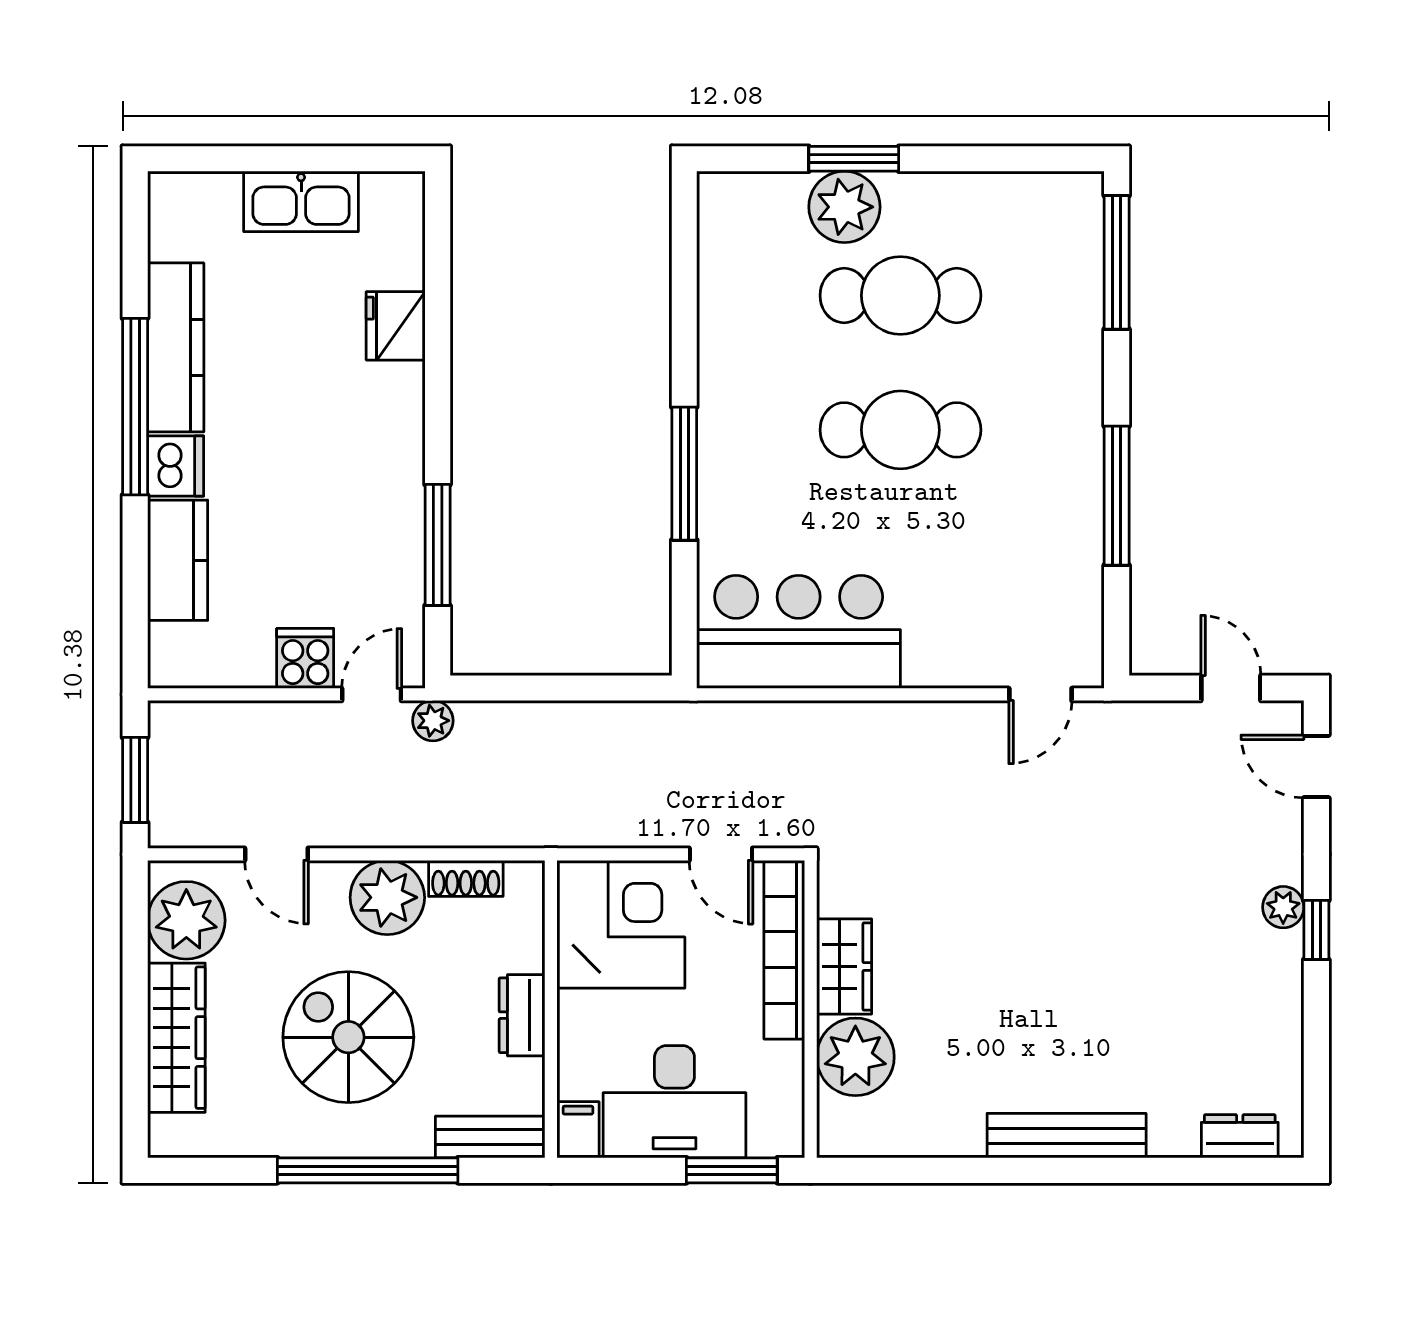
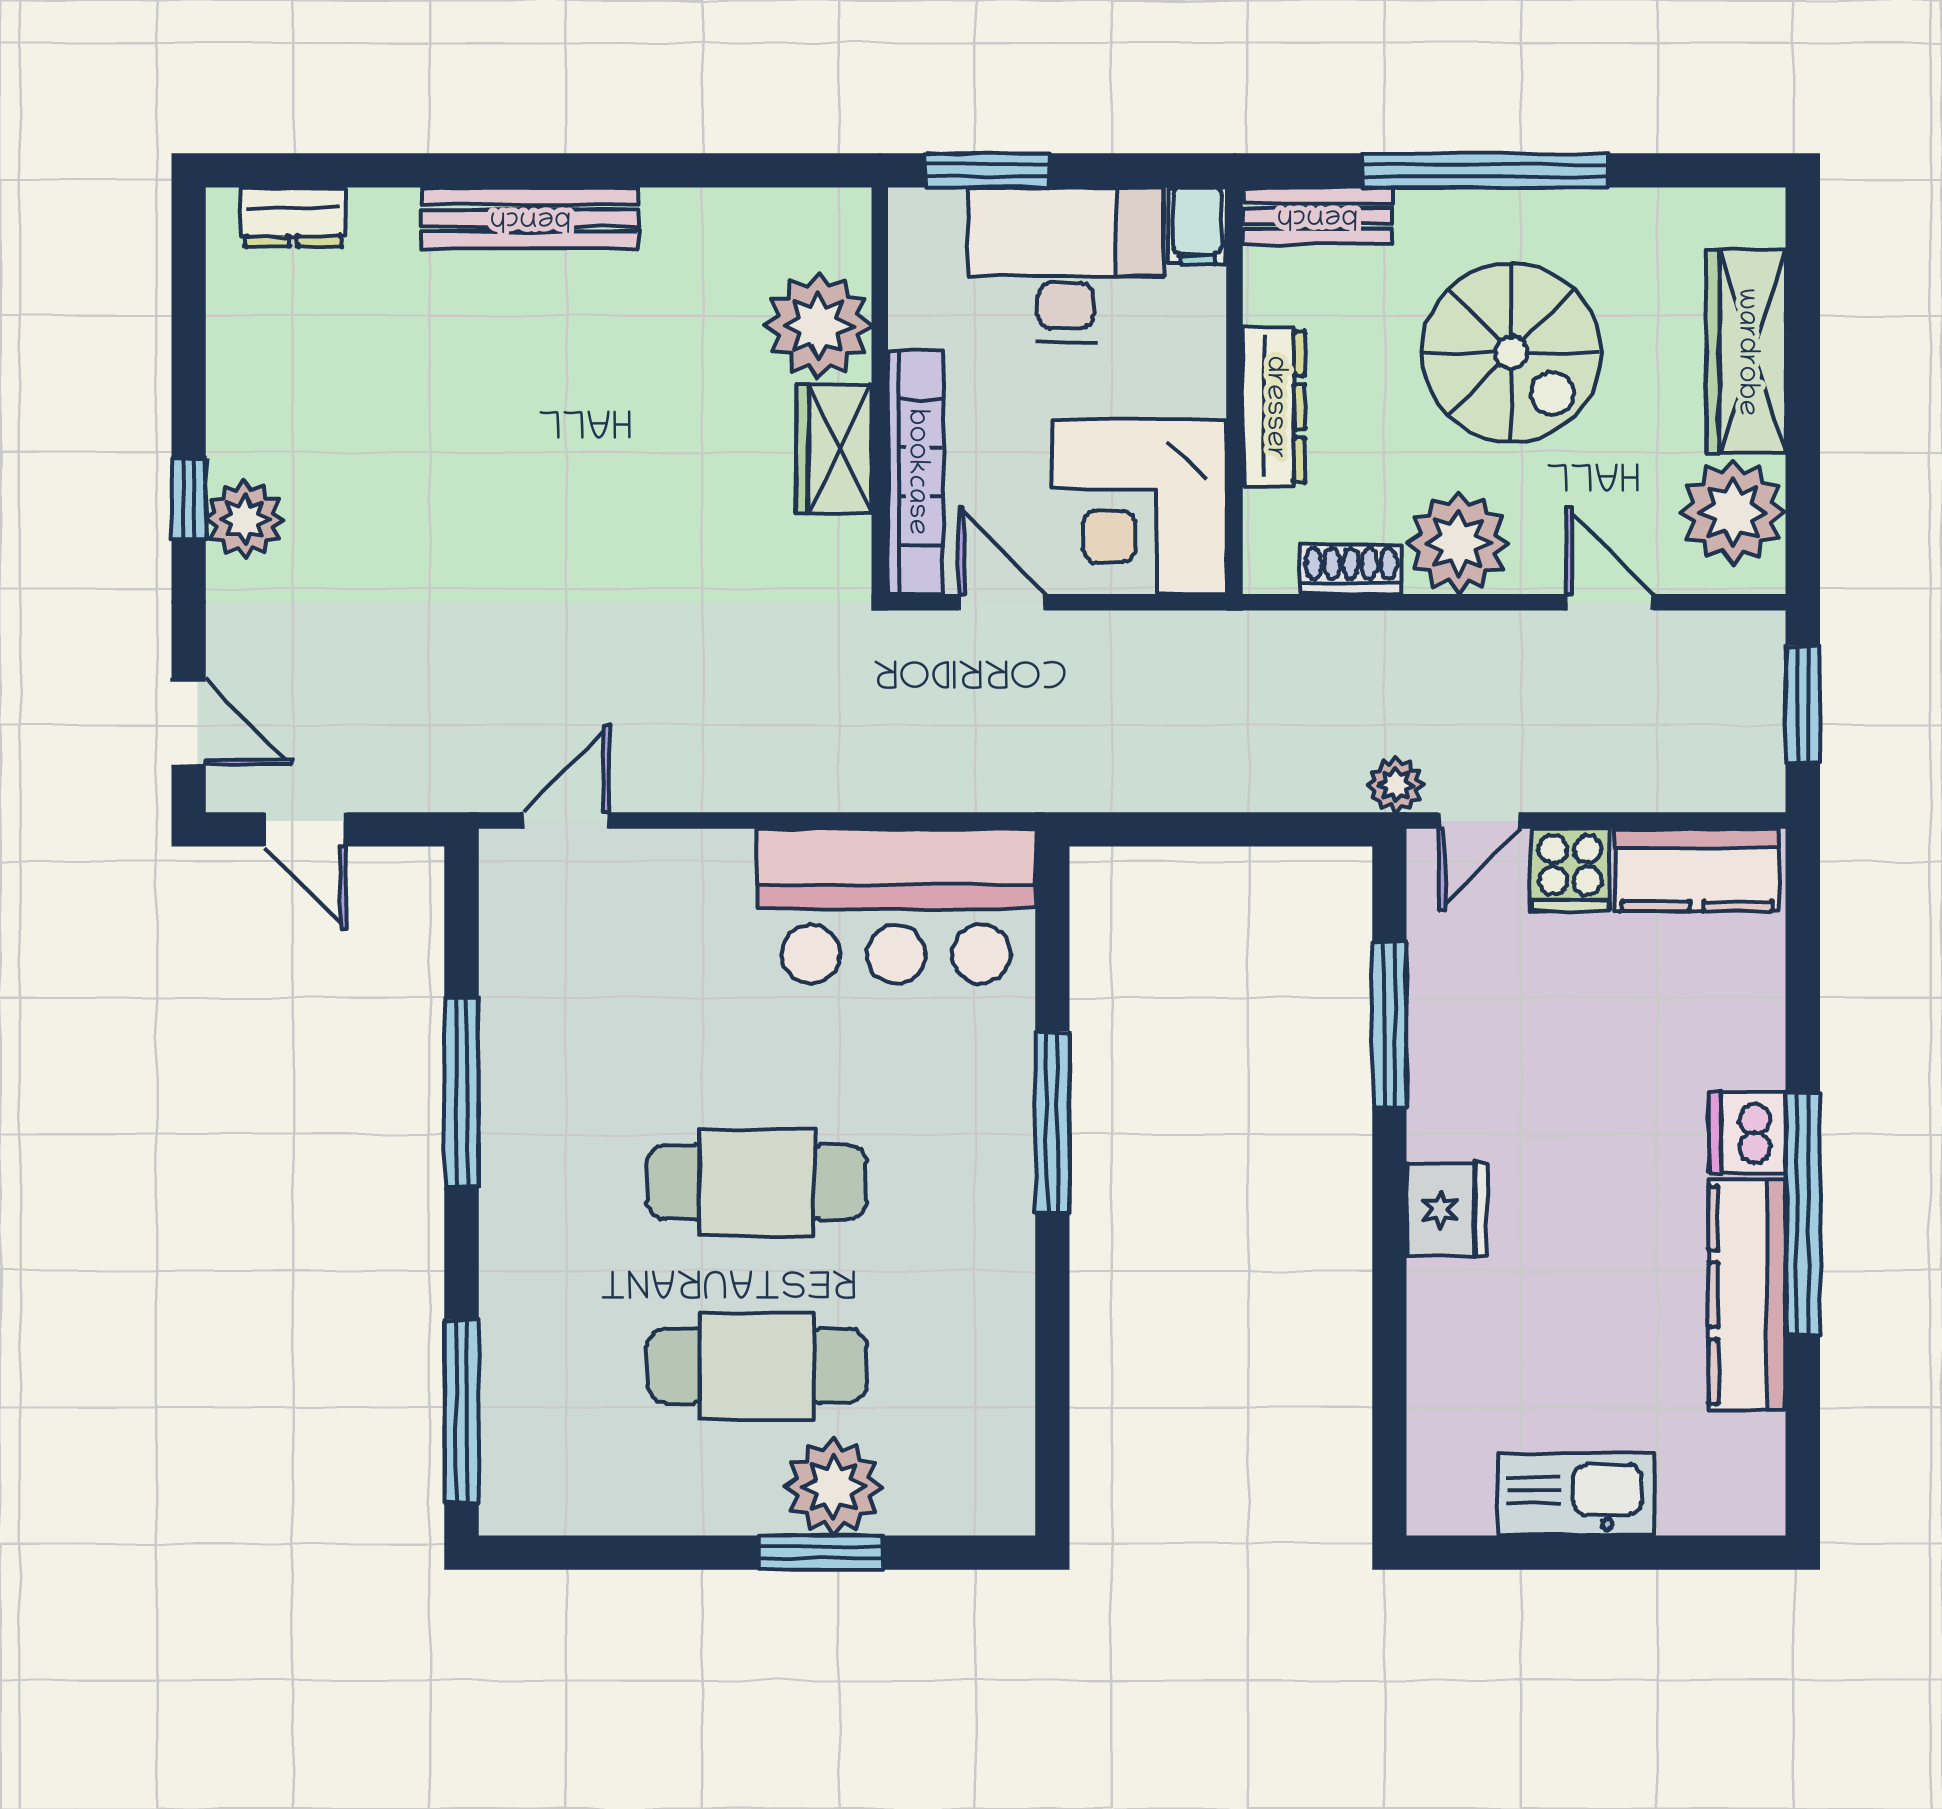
fridge: (396, 326) -> (1447, 1210), moved
kitchen counter: (178, 560) -> (1697, 870), moved, turned -90
plant: (1283, 907) -> (245, 519), width x1.38, depth x1.38
dresser: (522, 1015) -> (1274, 407), width x1.44

